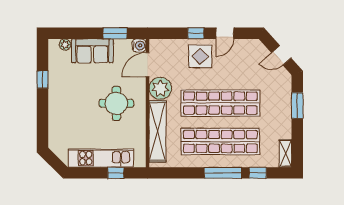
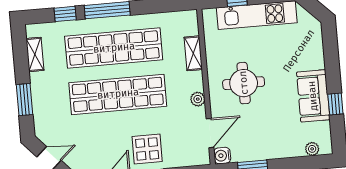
sofa: (92, 51) -> (313, 96), moved, turned -90
plant: (160, 88) -> (198, 99), width x0.53, depth x0.53
shelving: (158, 131) -> (193, 53), width x0.45, depth x0.75
shelving: (285, 154) -> (35, 54), moved

